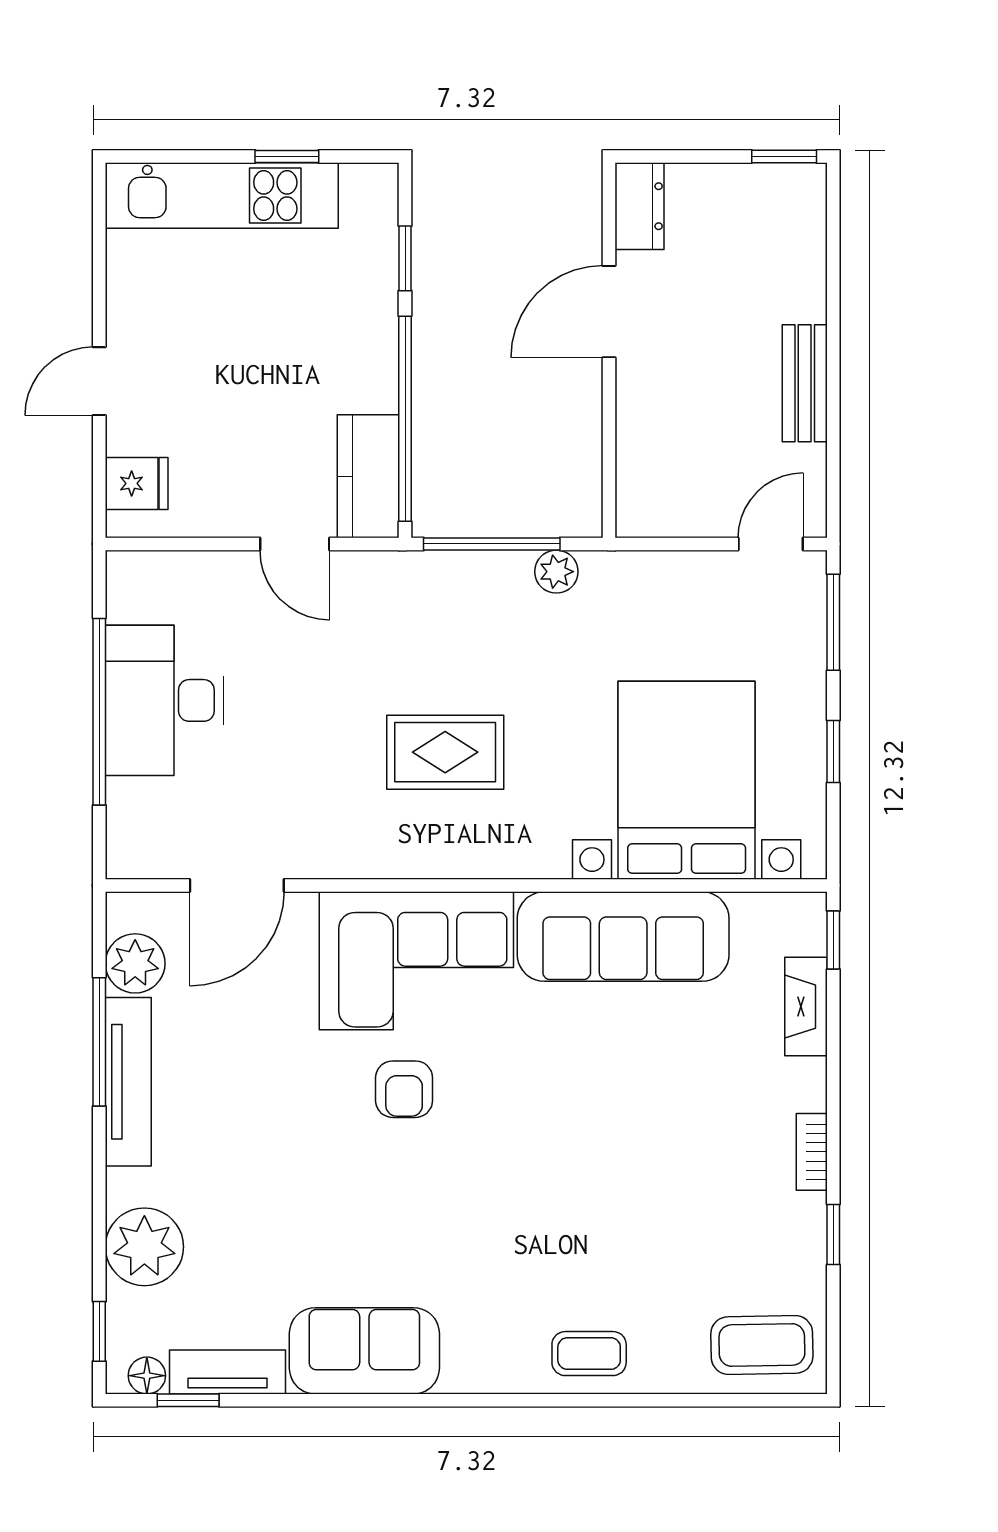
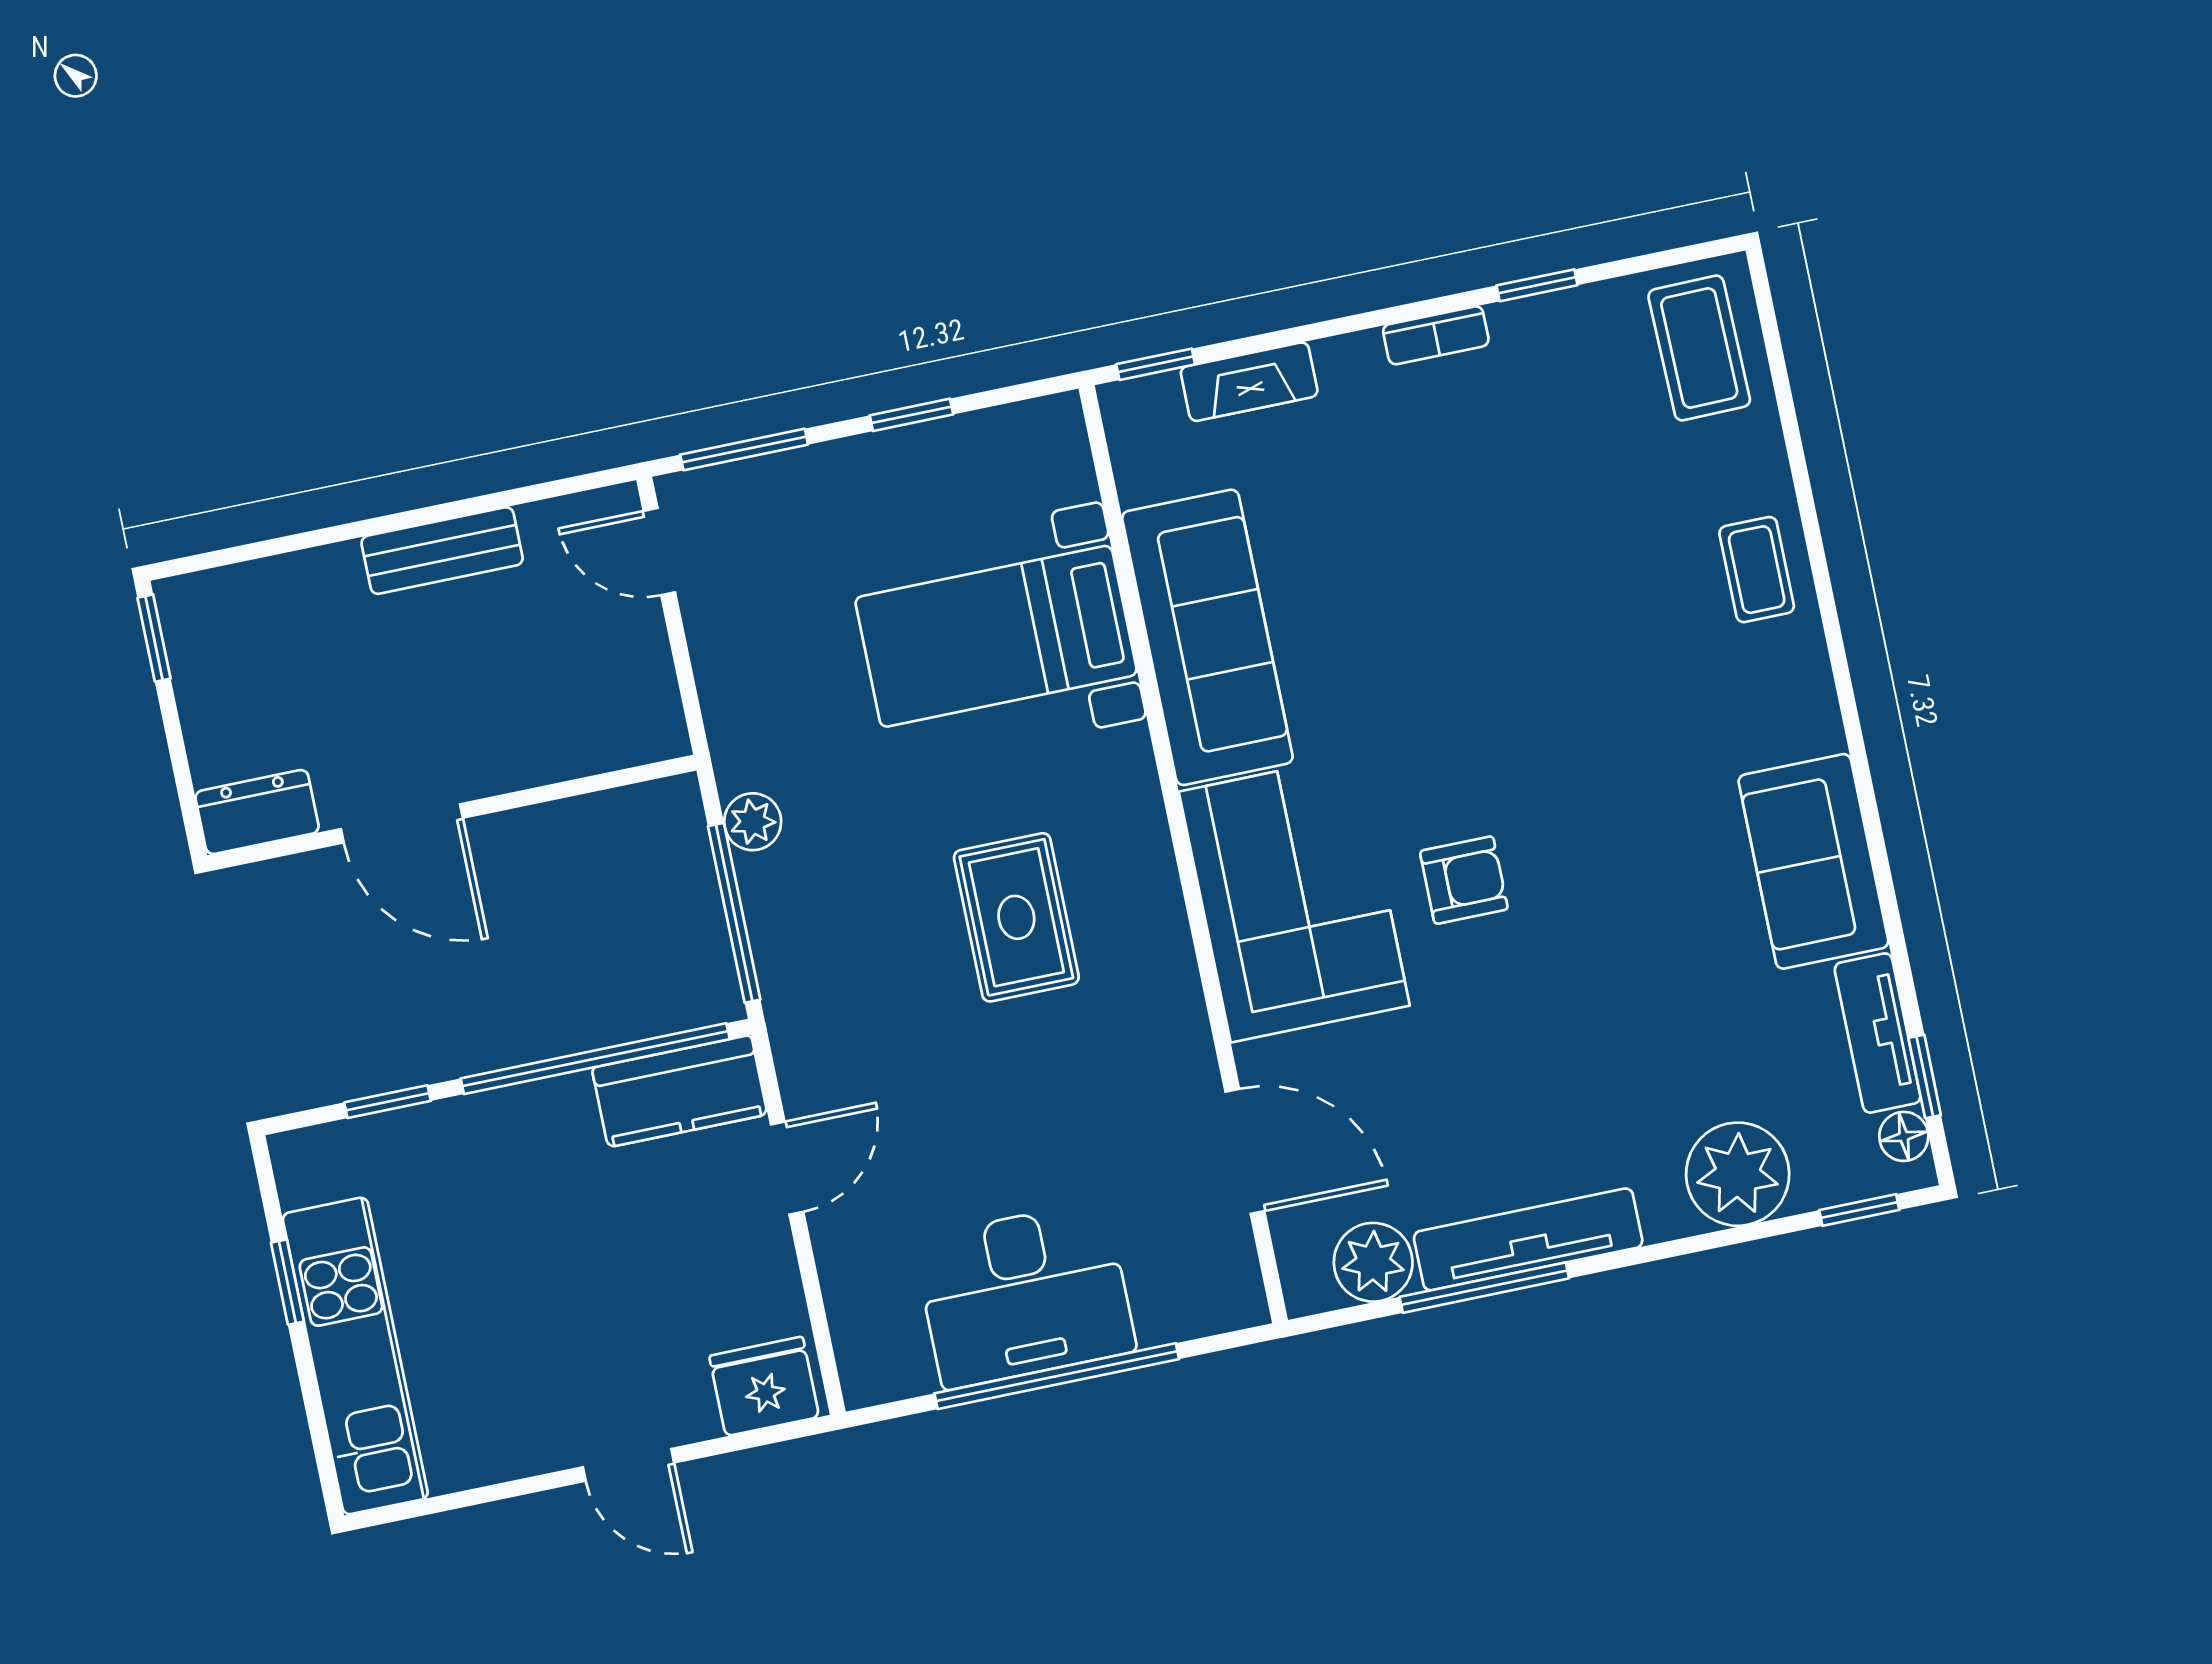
fridge: (137, 483) -> (764, 1386), width x1.38
bed with nightstands: (687, 780) -> (996, 636), width x0.73

